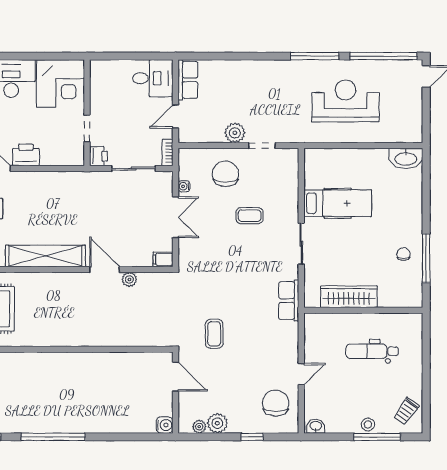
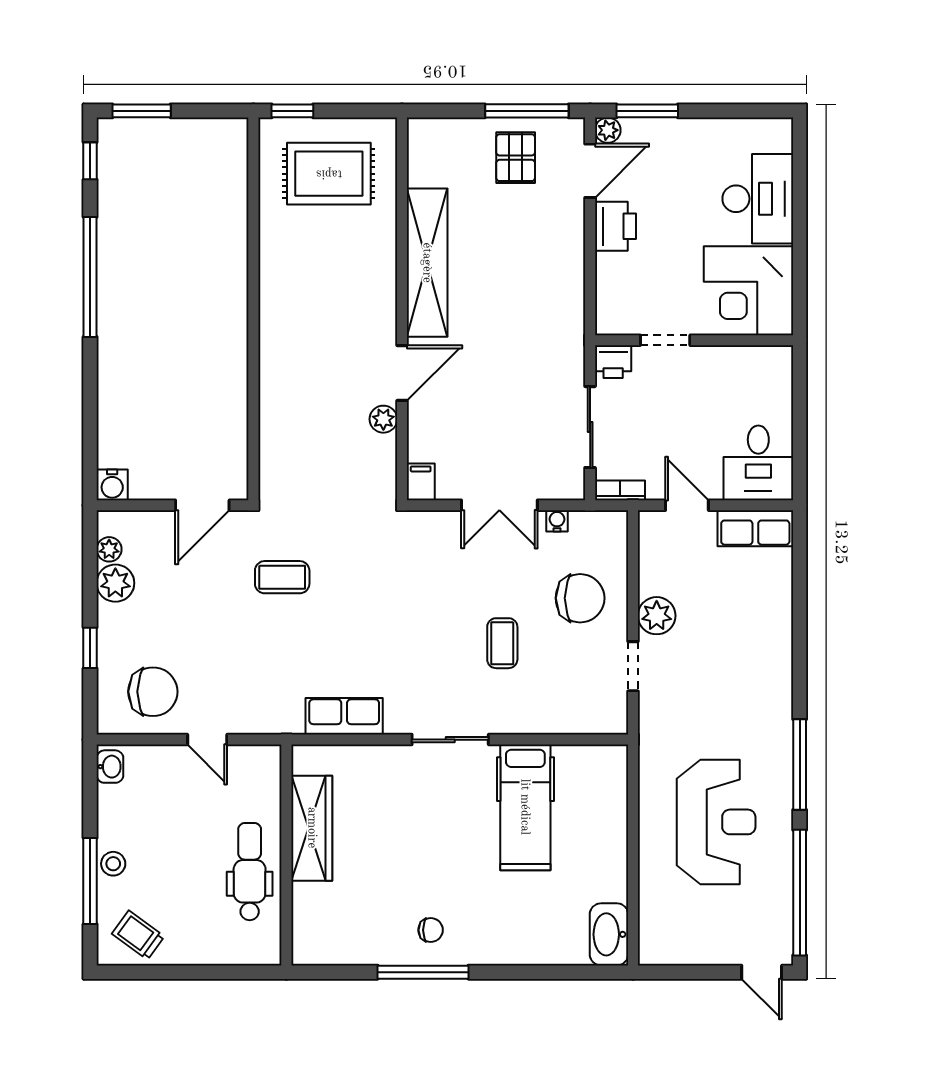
wardrobe: (349, 297) -> (312, 828), moved
wall: (363, 310) -> (286, 855), moved

